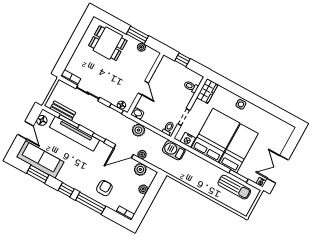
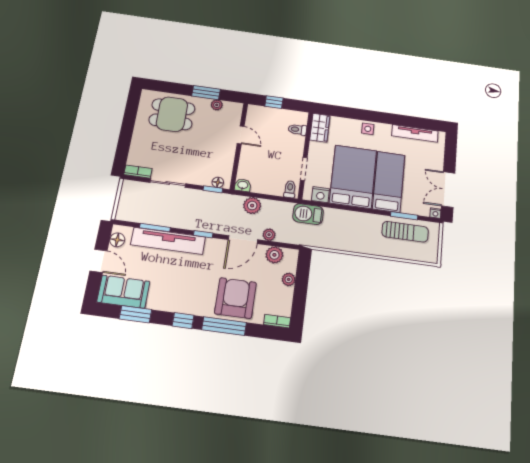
door: (143, 88) -> (241, 135), moved
bench: (63, 111) -> (142, 217), removed
tv unit: (273, 120) -> (415, 133), added
sofa: (40, 159) -> (123, 292), width x0.73
armchair: (104, 188) -> (235, 298), width x1.88, depth x1.88

